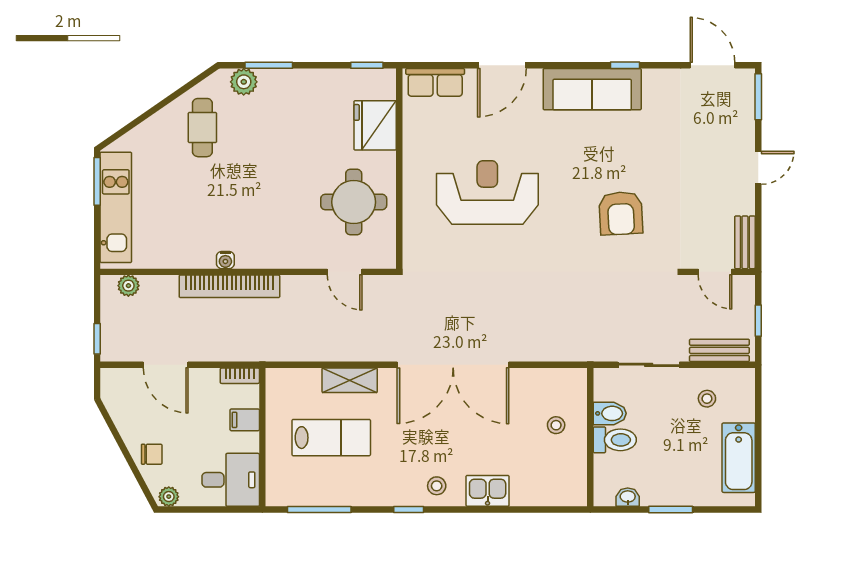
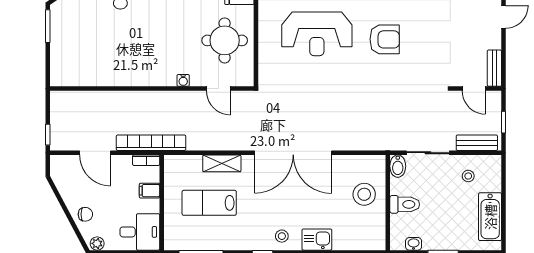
reception desk: (487, 192) -> (317, 34), turned 180
kitchen unit: (116, 207) -> (61, 44), removed
armchair: (621, 213) -> (385, 39), moved, turned -87
water cooler: (225, 260) -> (183, 80), moved
plant: (128, 286) -> (69, 98), removed
bookcase: (229, 286) -> (151, 143), moved, turned 180
bidet: (610, 413) -> (398, 166), moved, turned 90
stool: (556, 425) -> (364, 194), width x1.89, depth x1.89
lab bench: (331, 438) -> (209, 203), turned 180

